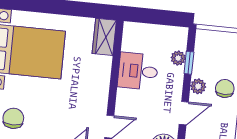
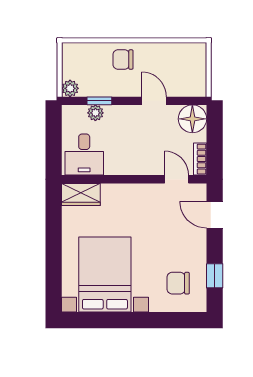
desk: (138, 71) -> (84, 155), moved
plant: (198, 86) -> (70, 88), moved

